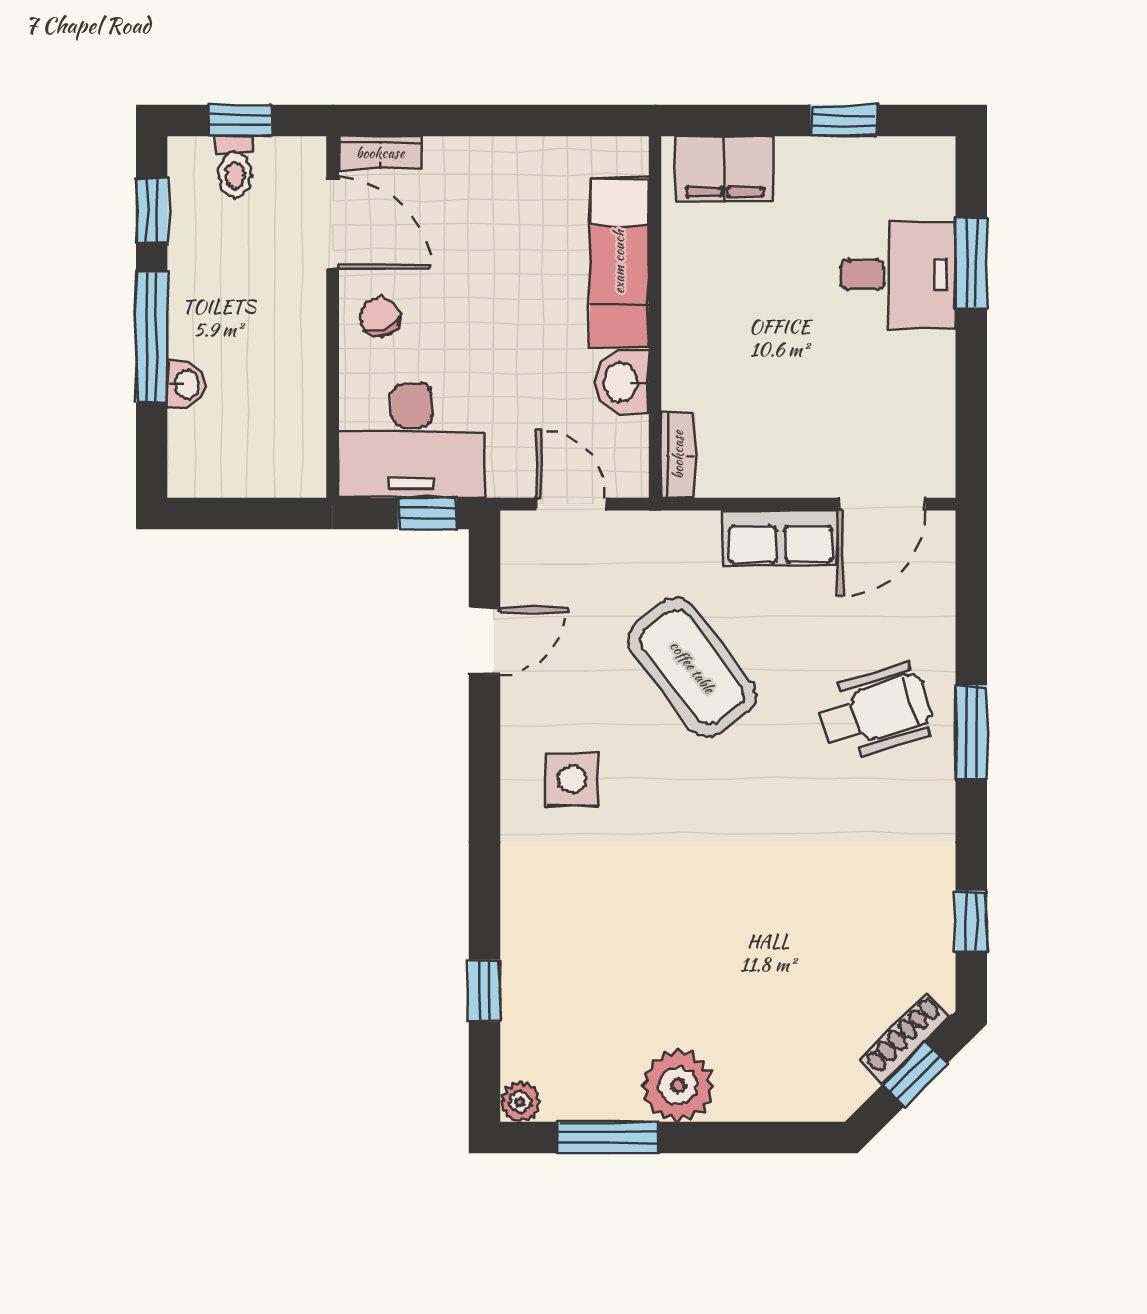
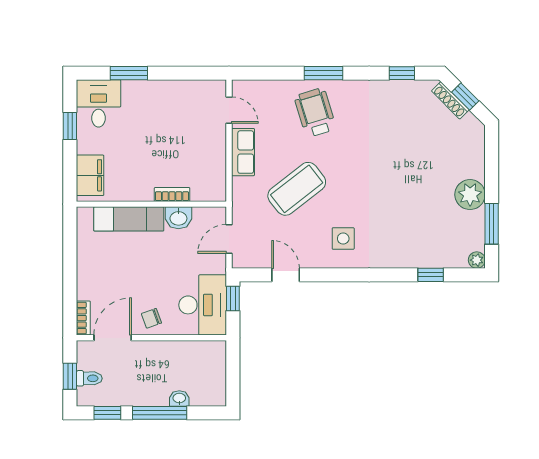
desk: (898, 275) -> (98, 103), moved
bookcase: (678, 455) -> (172, 194), moved
door: (882, 504) -> (229, 110), width x0.73

